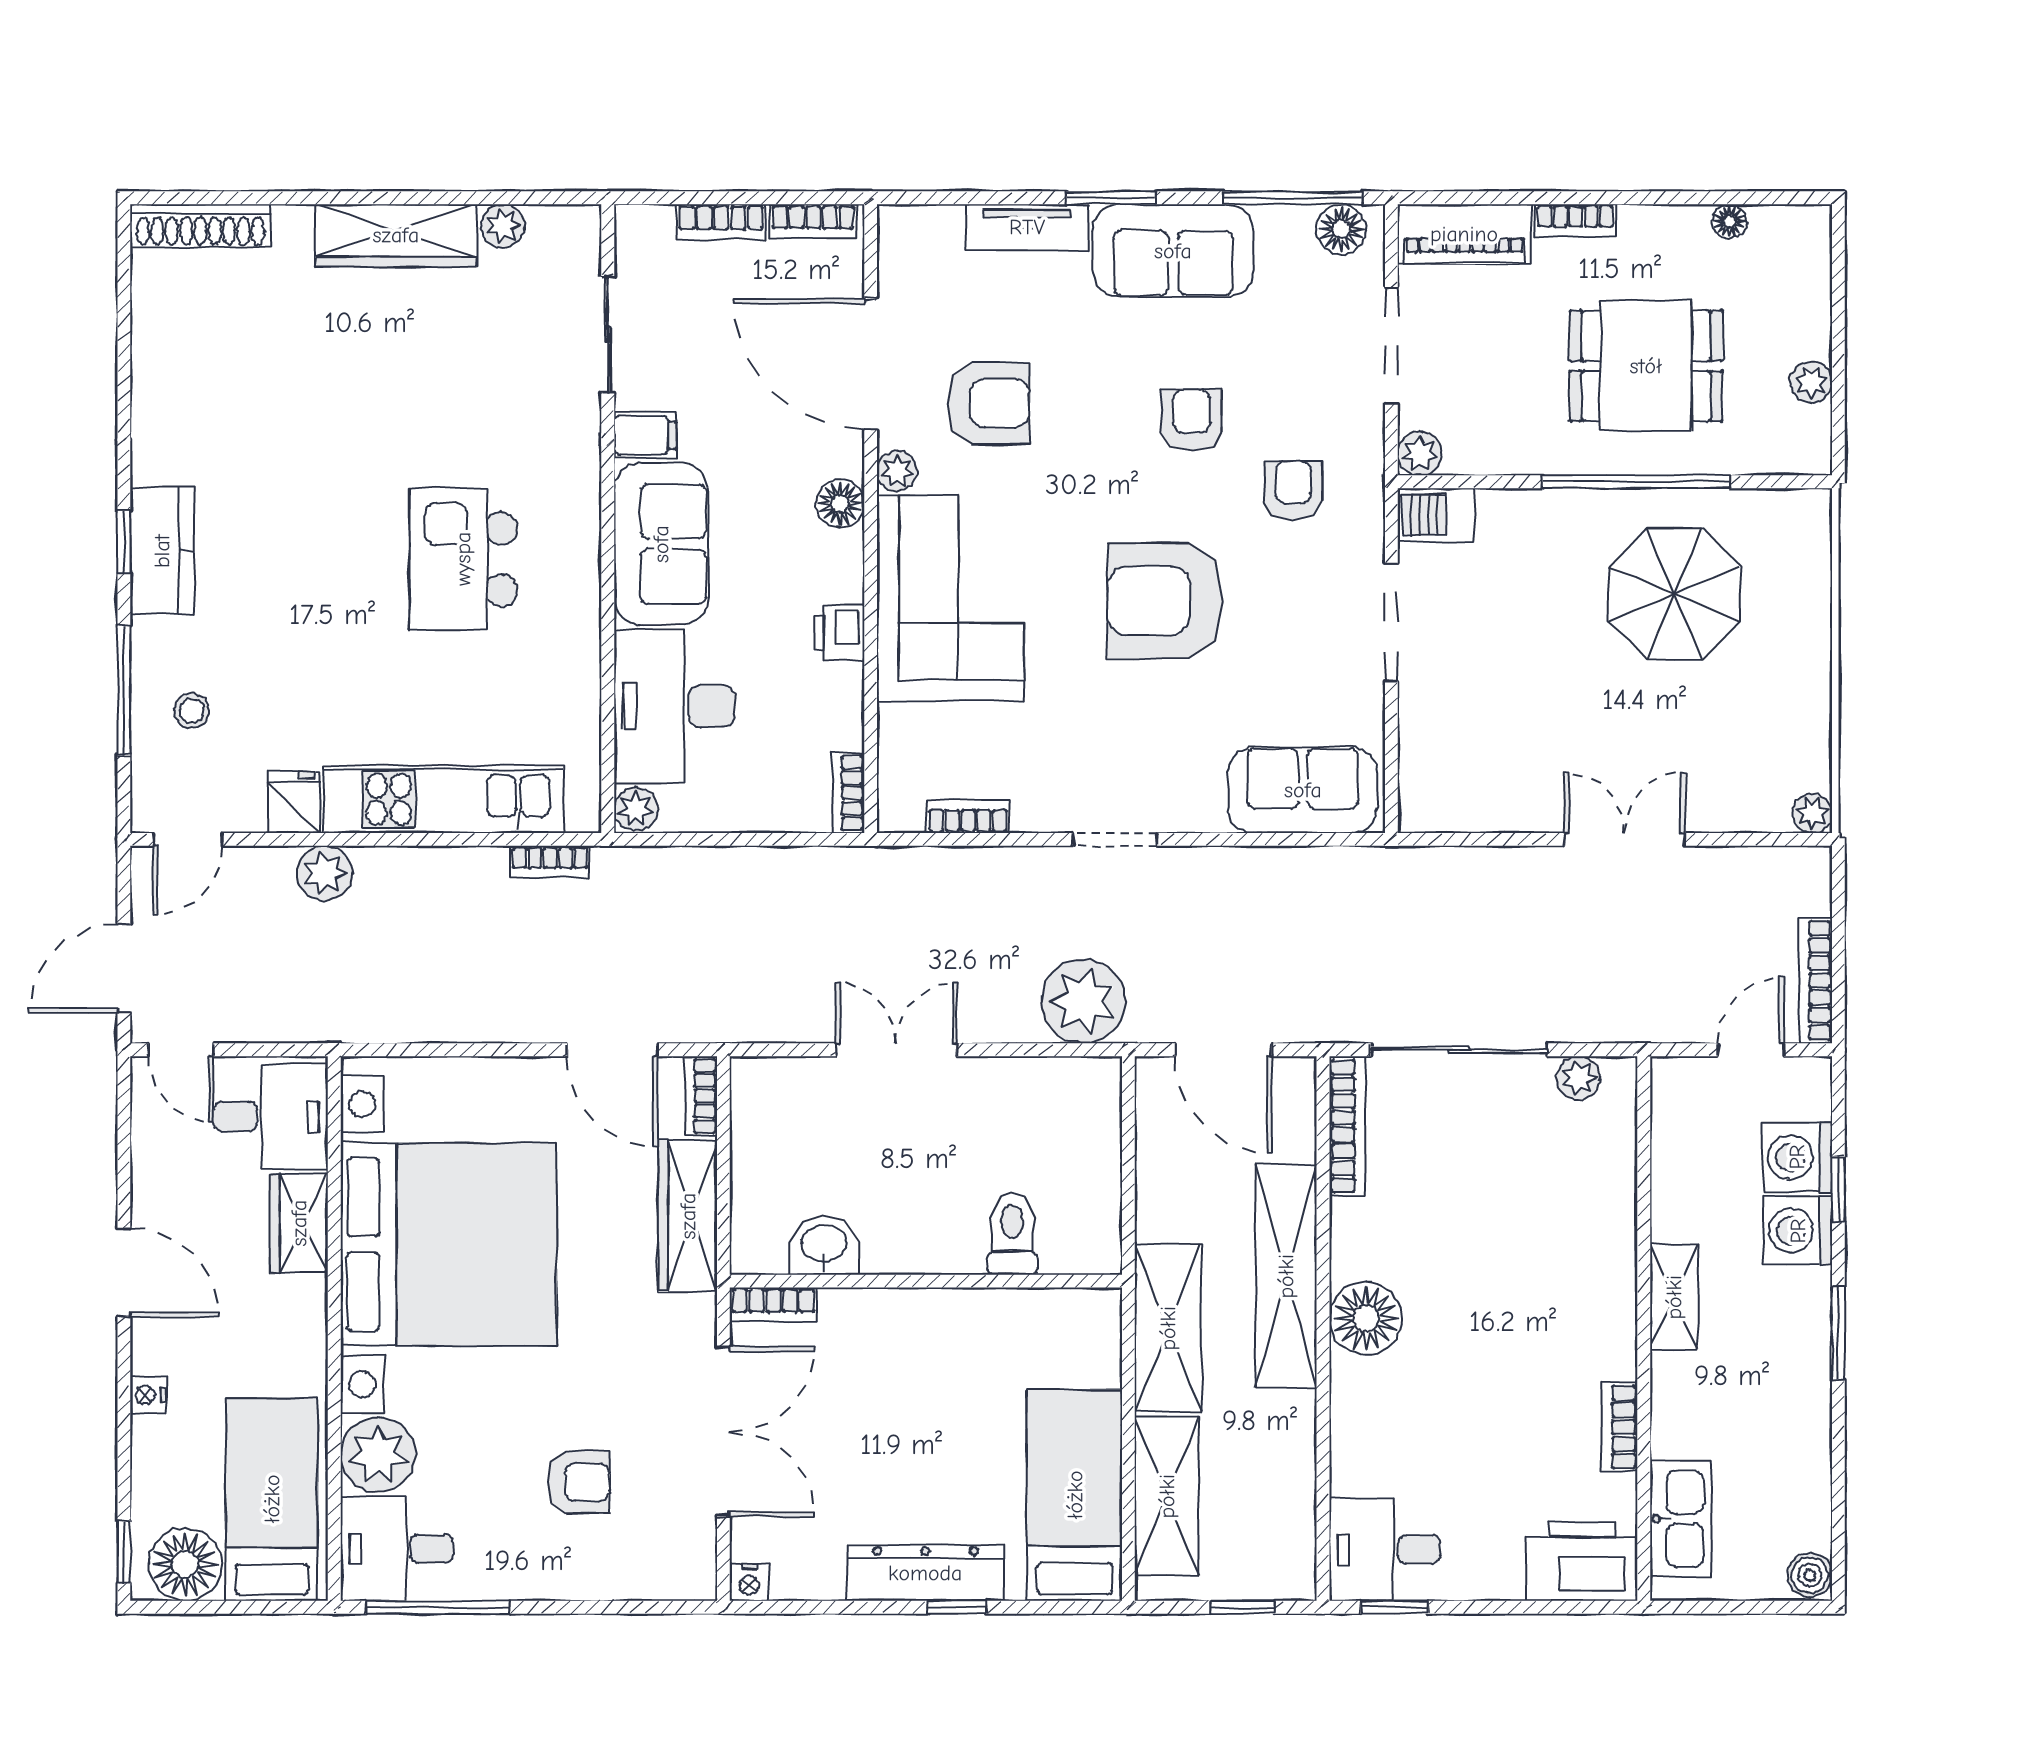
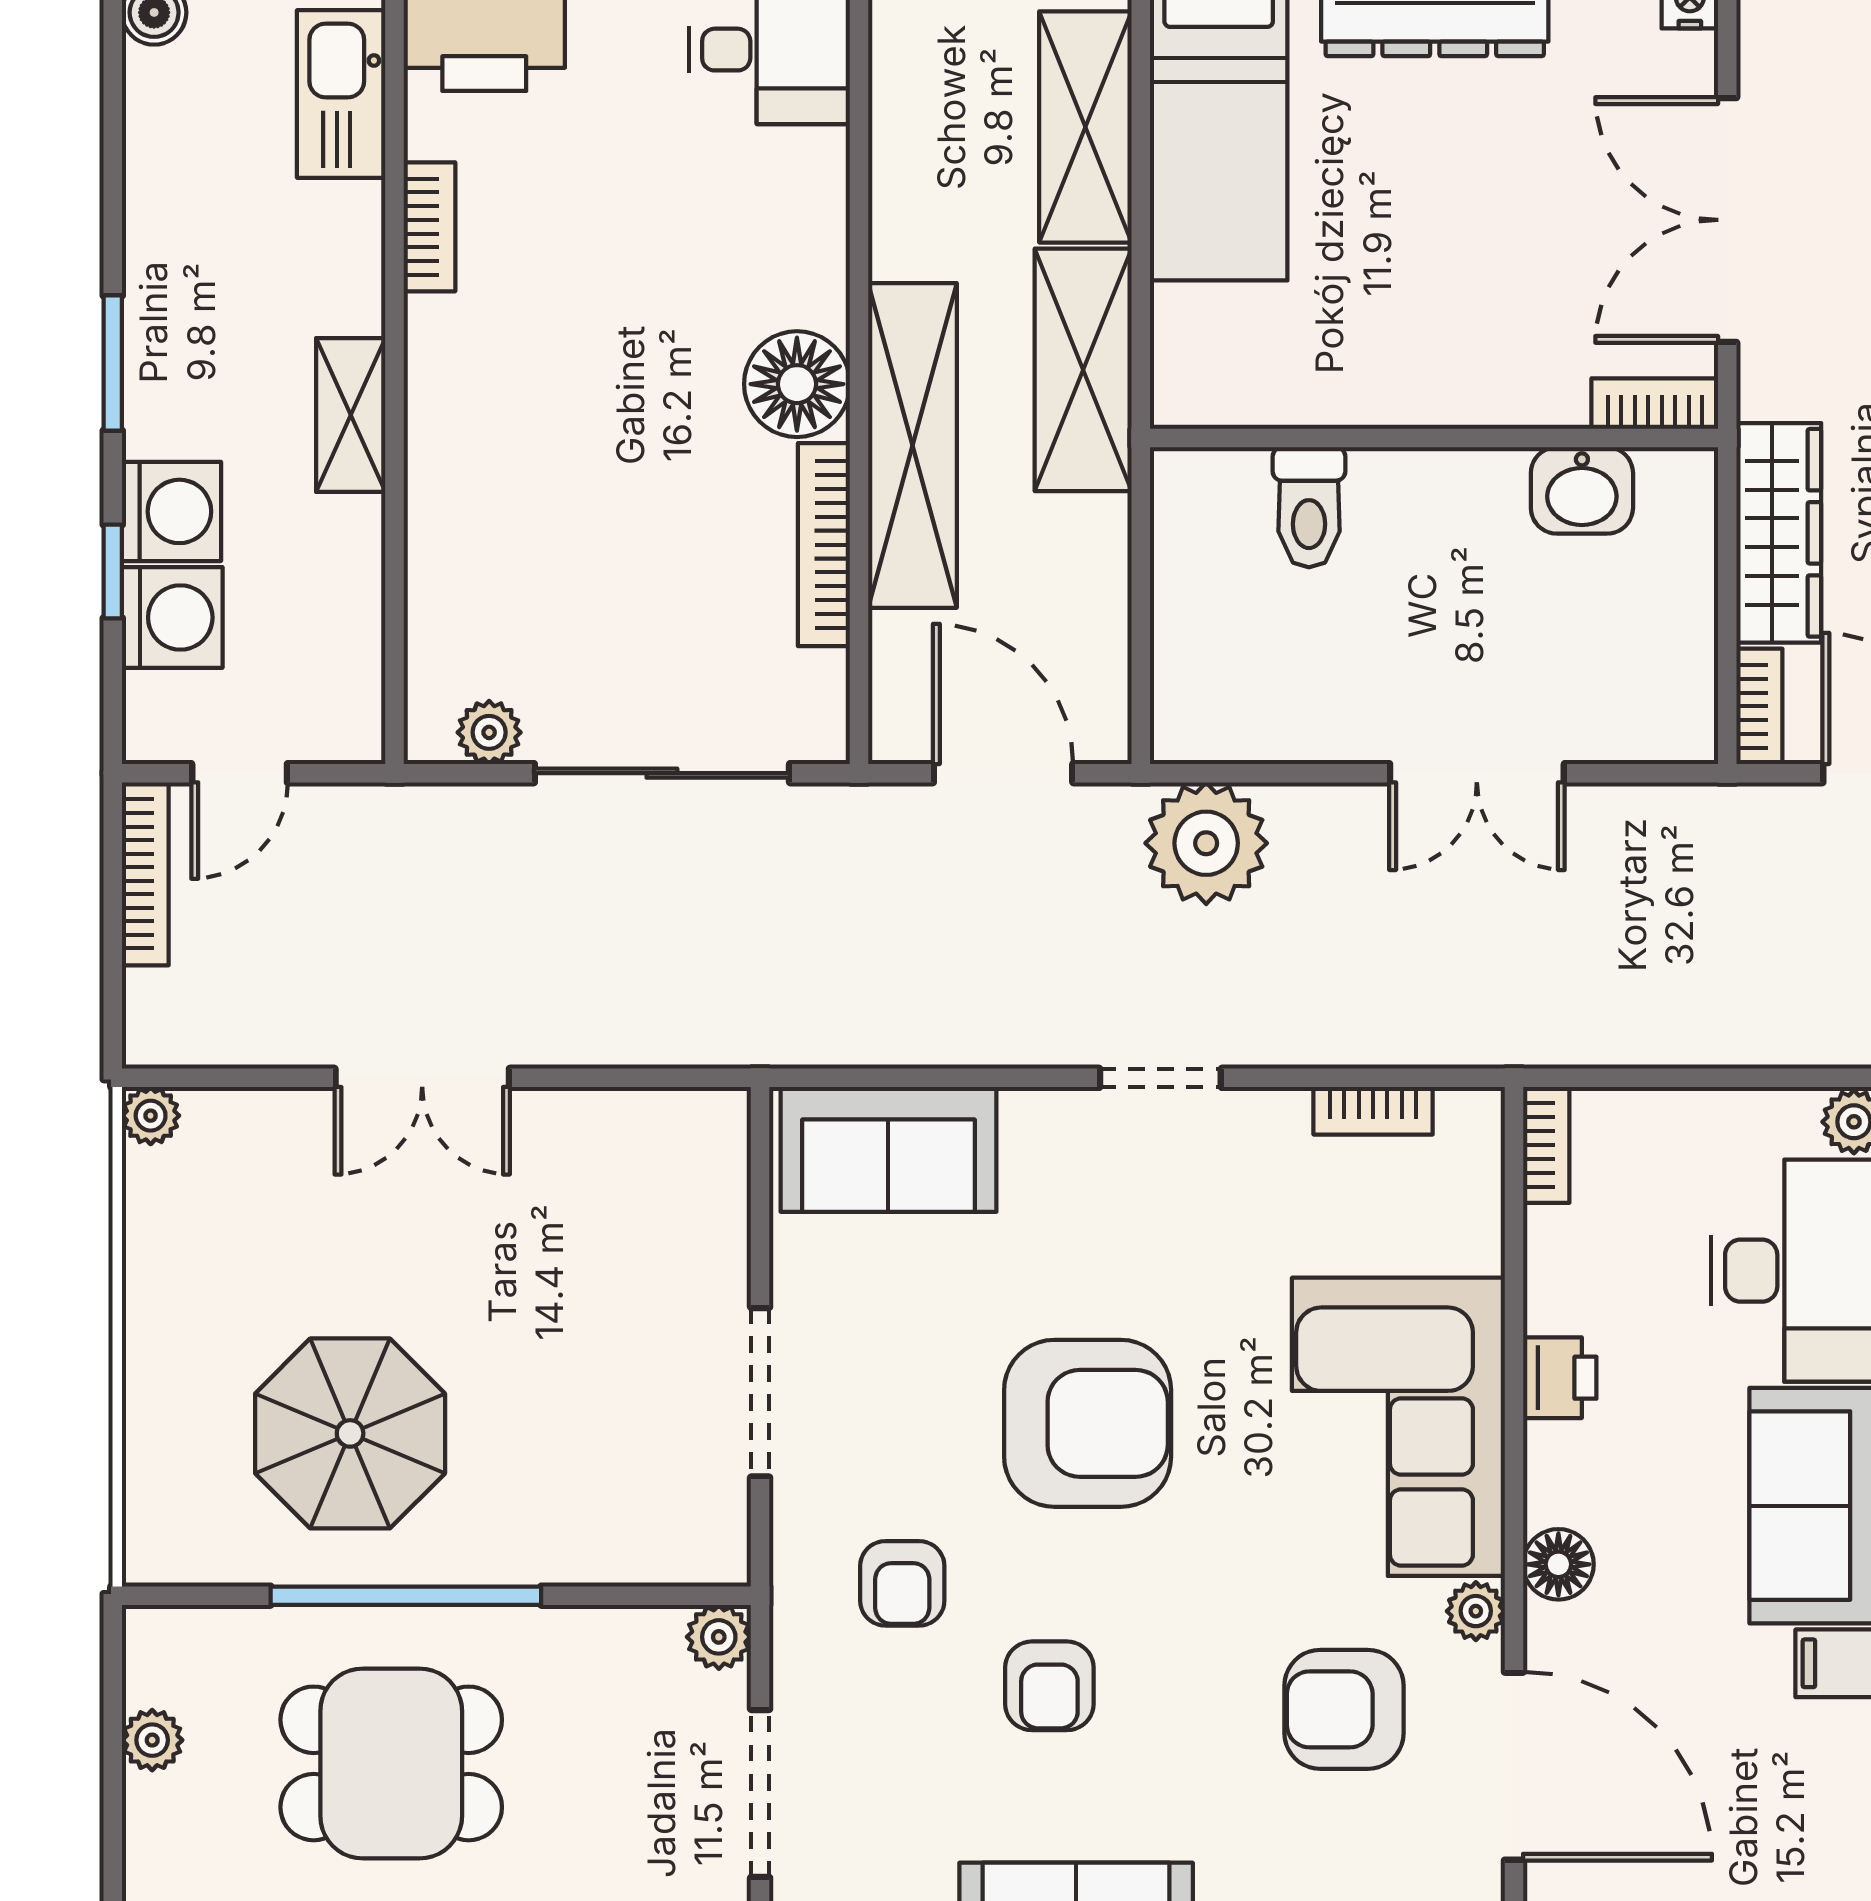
barbecue: (1436, 515) -> (696, 1547), removed
bookcase: (1347, 1126) -> (824, 545), moved

